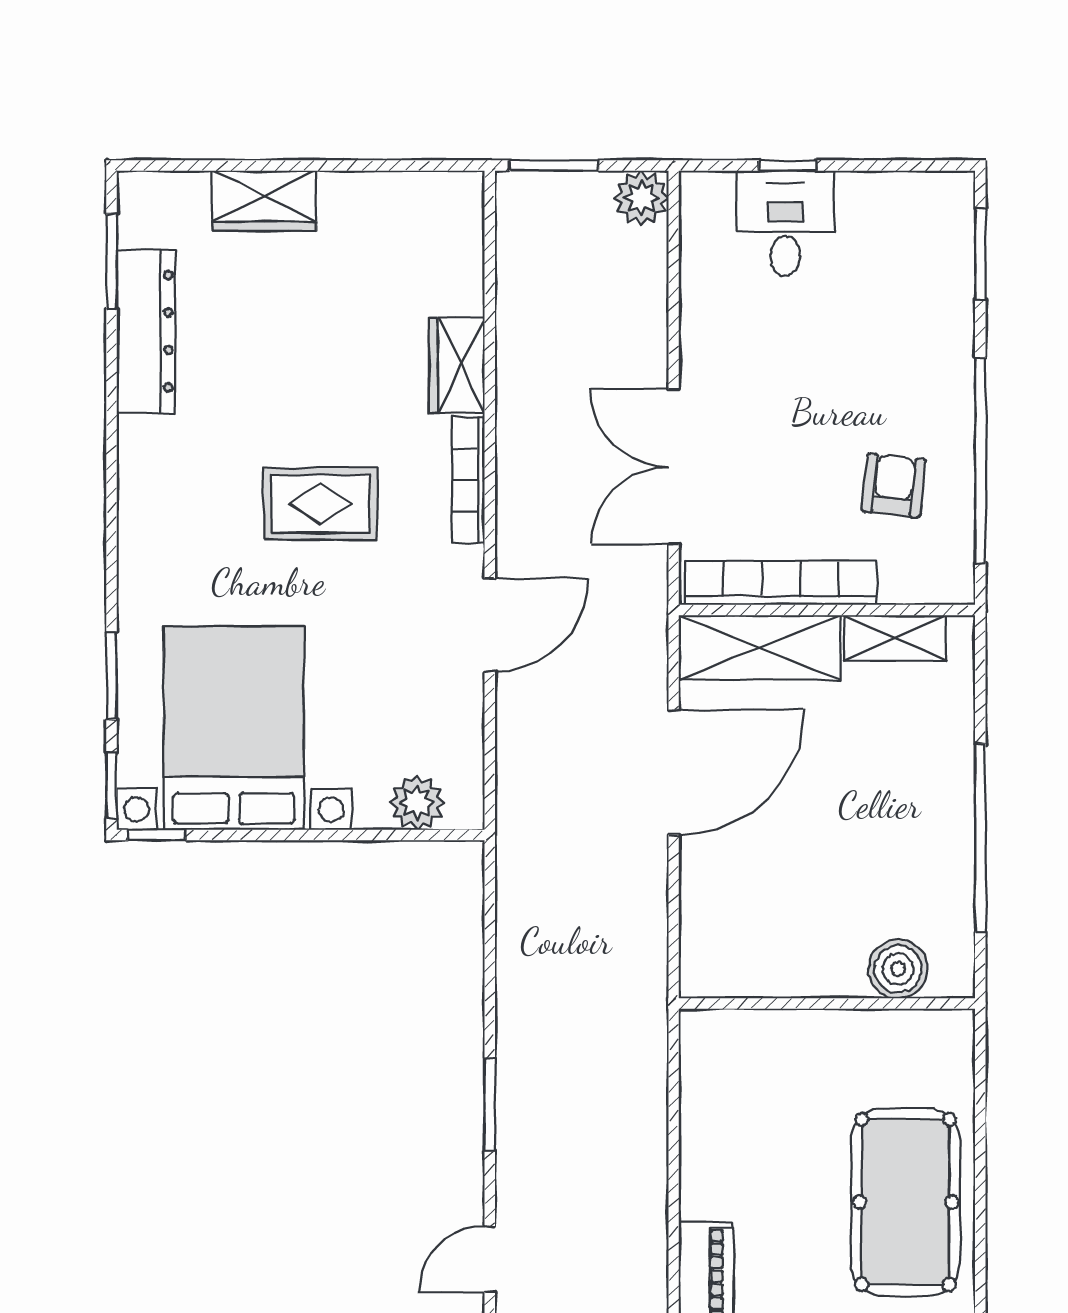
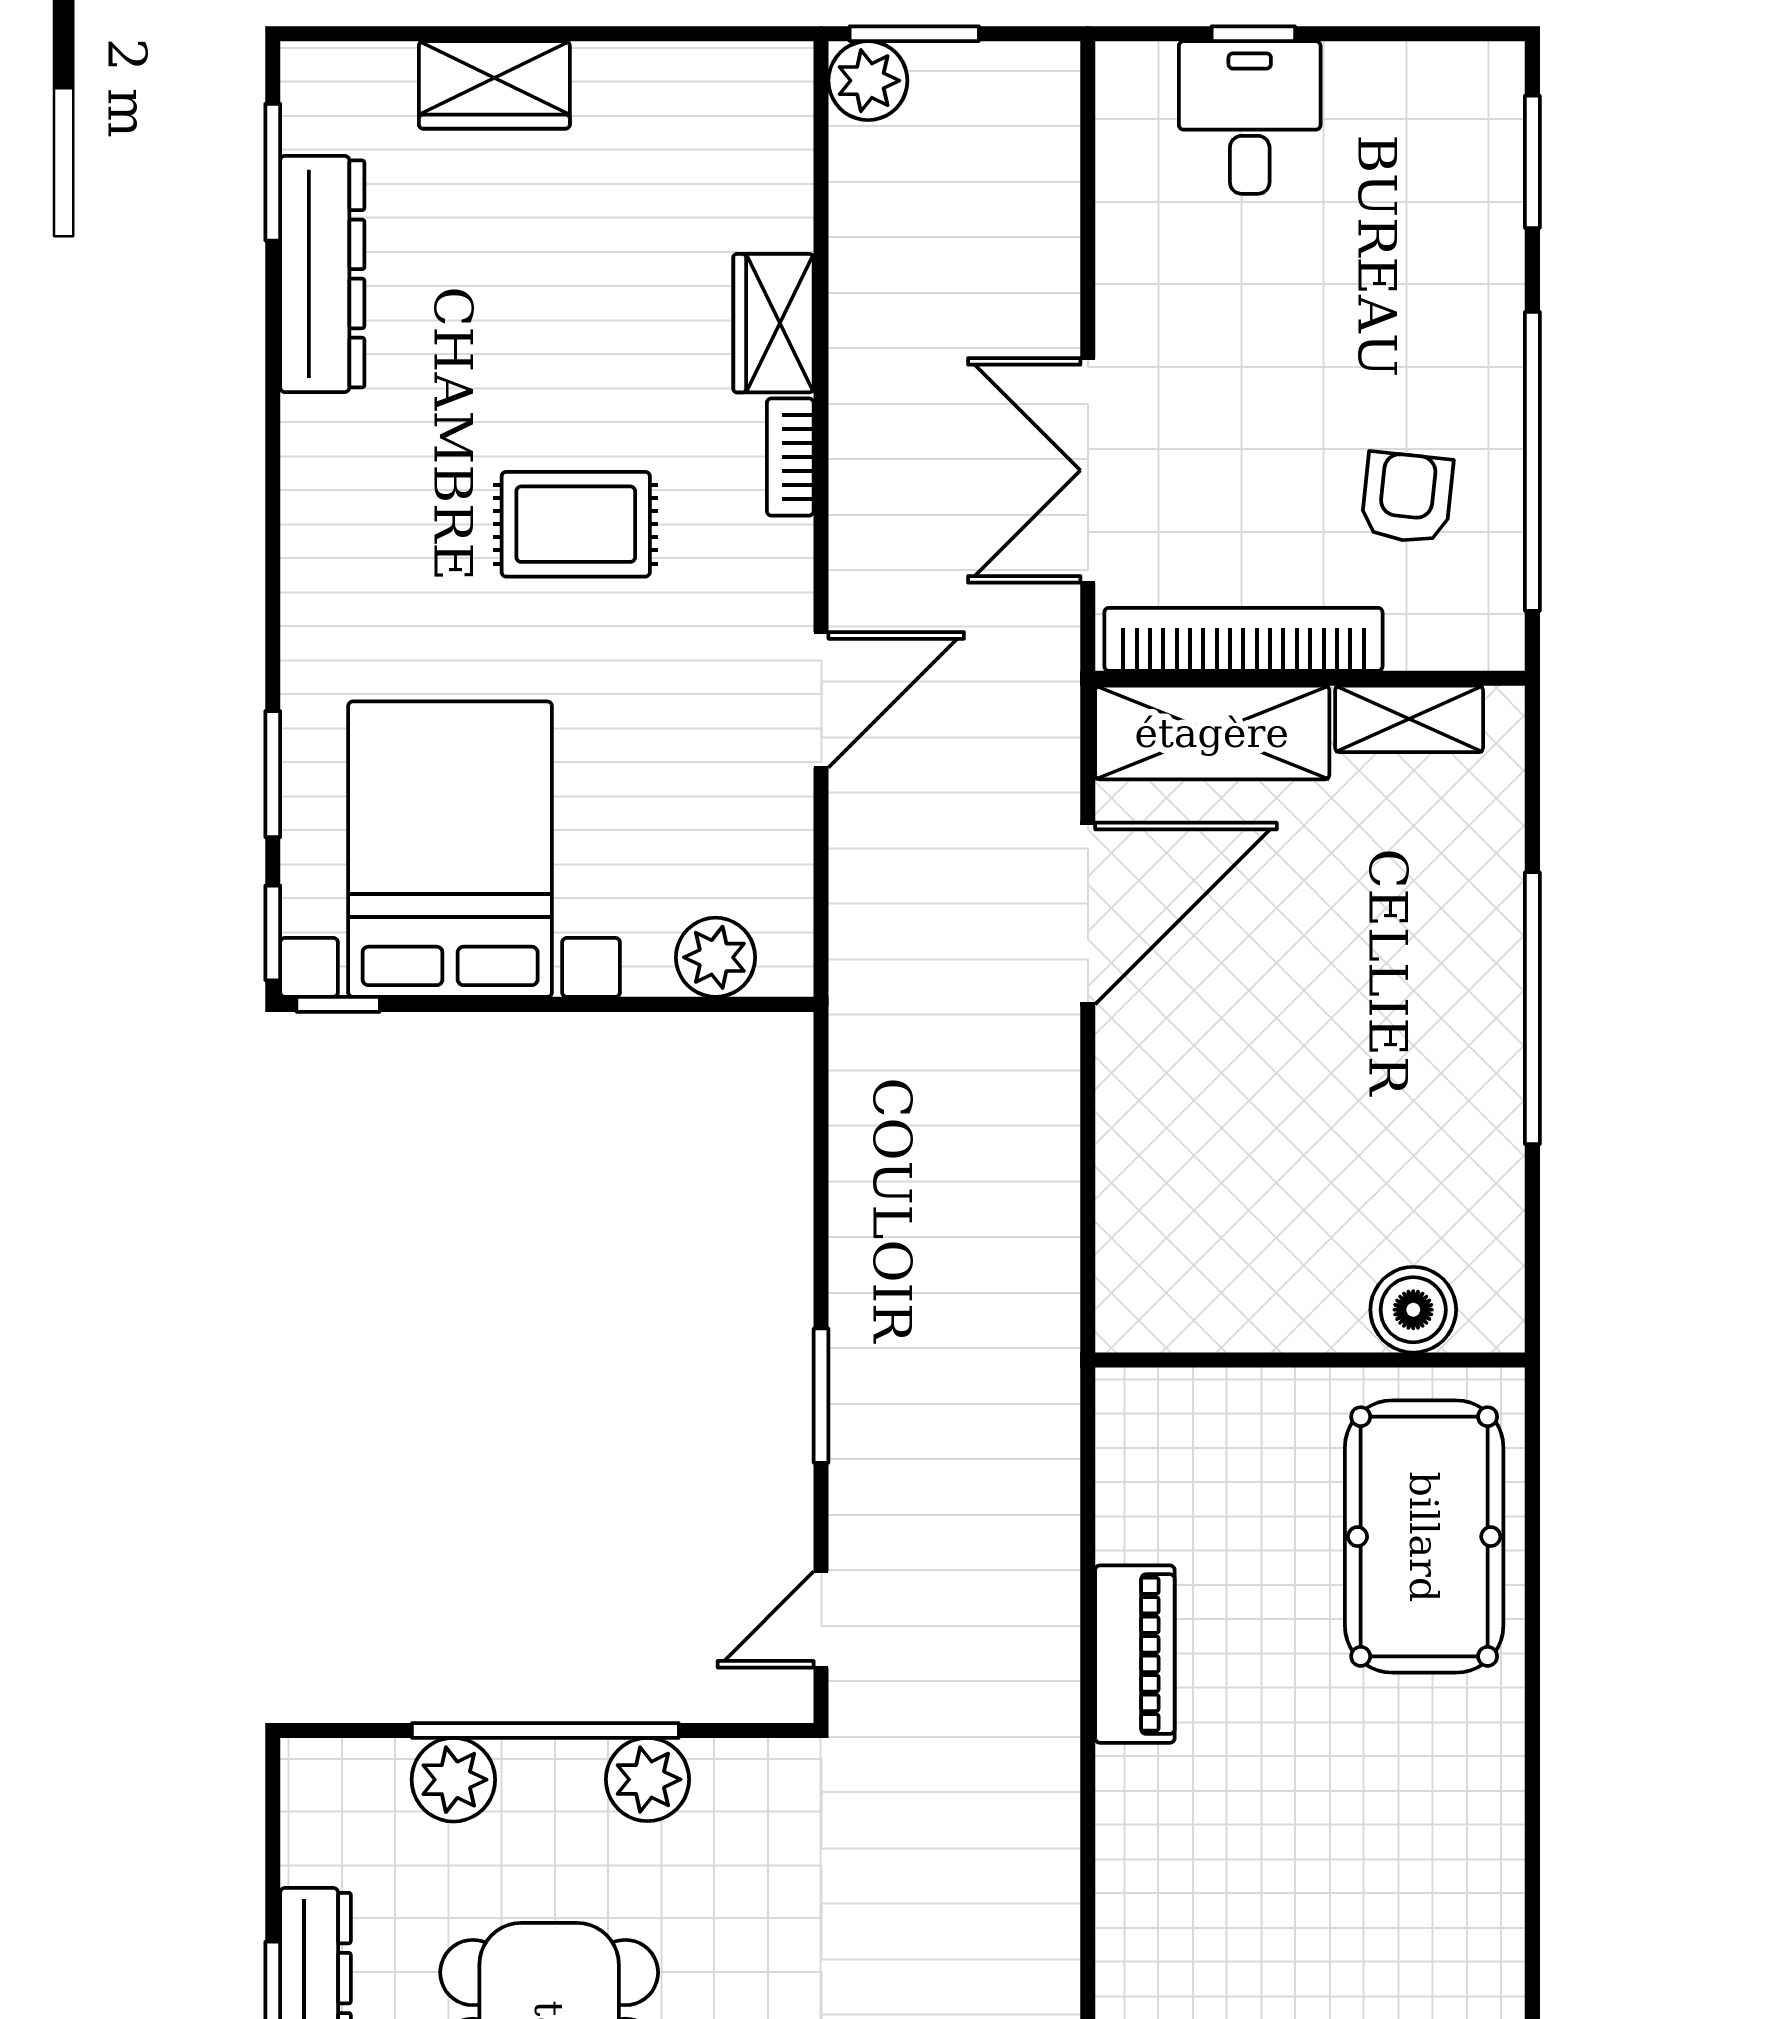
plant: (641, 198) -> (868, 81), moved
bookcase: (468, 480) -> (790, 457), width x0.64
boiler: (898, 969) -> (1413, 1310), moved
wall: (827, 1004) -> (1310, 1360), moved

